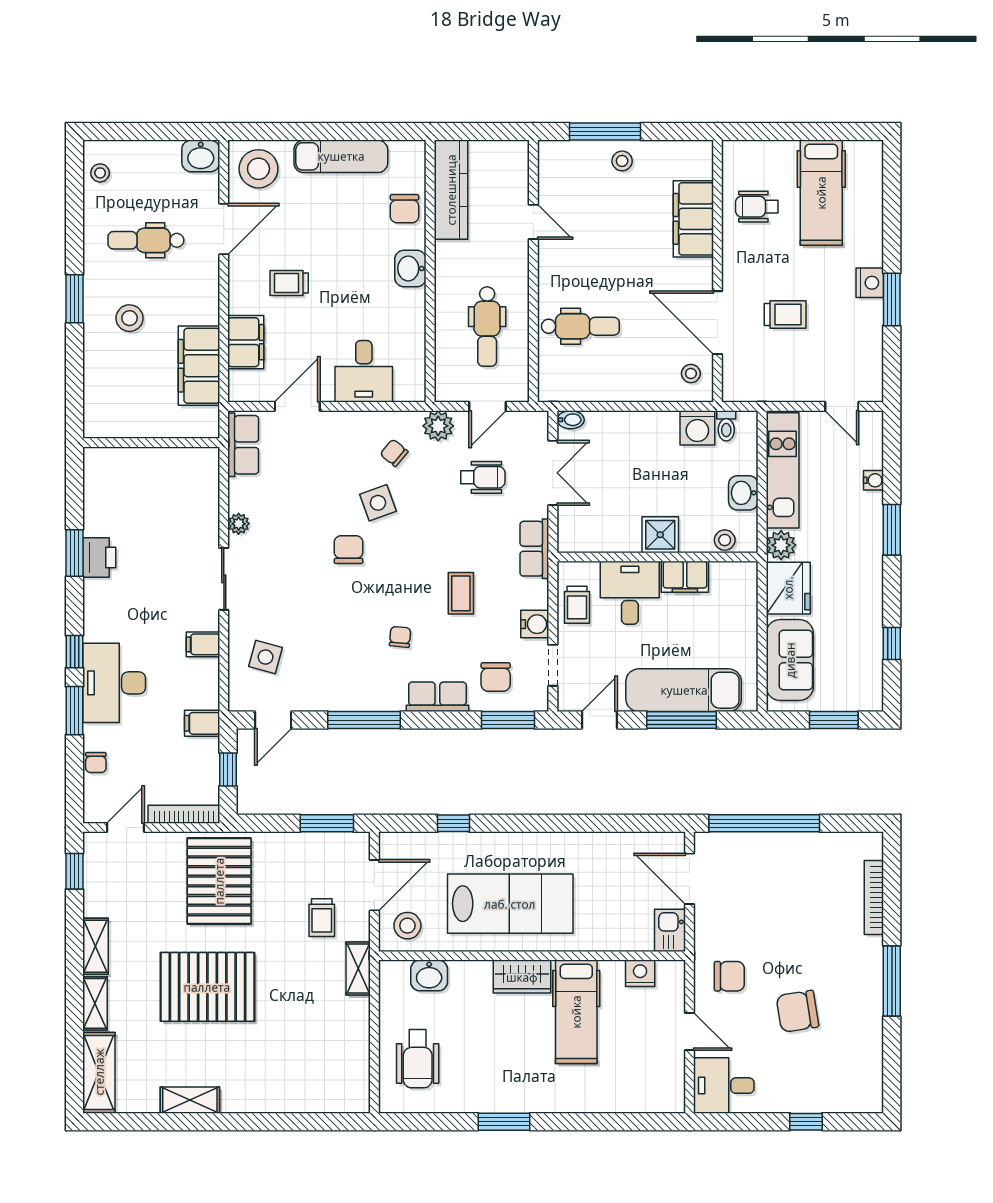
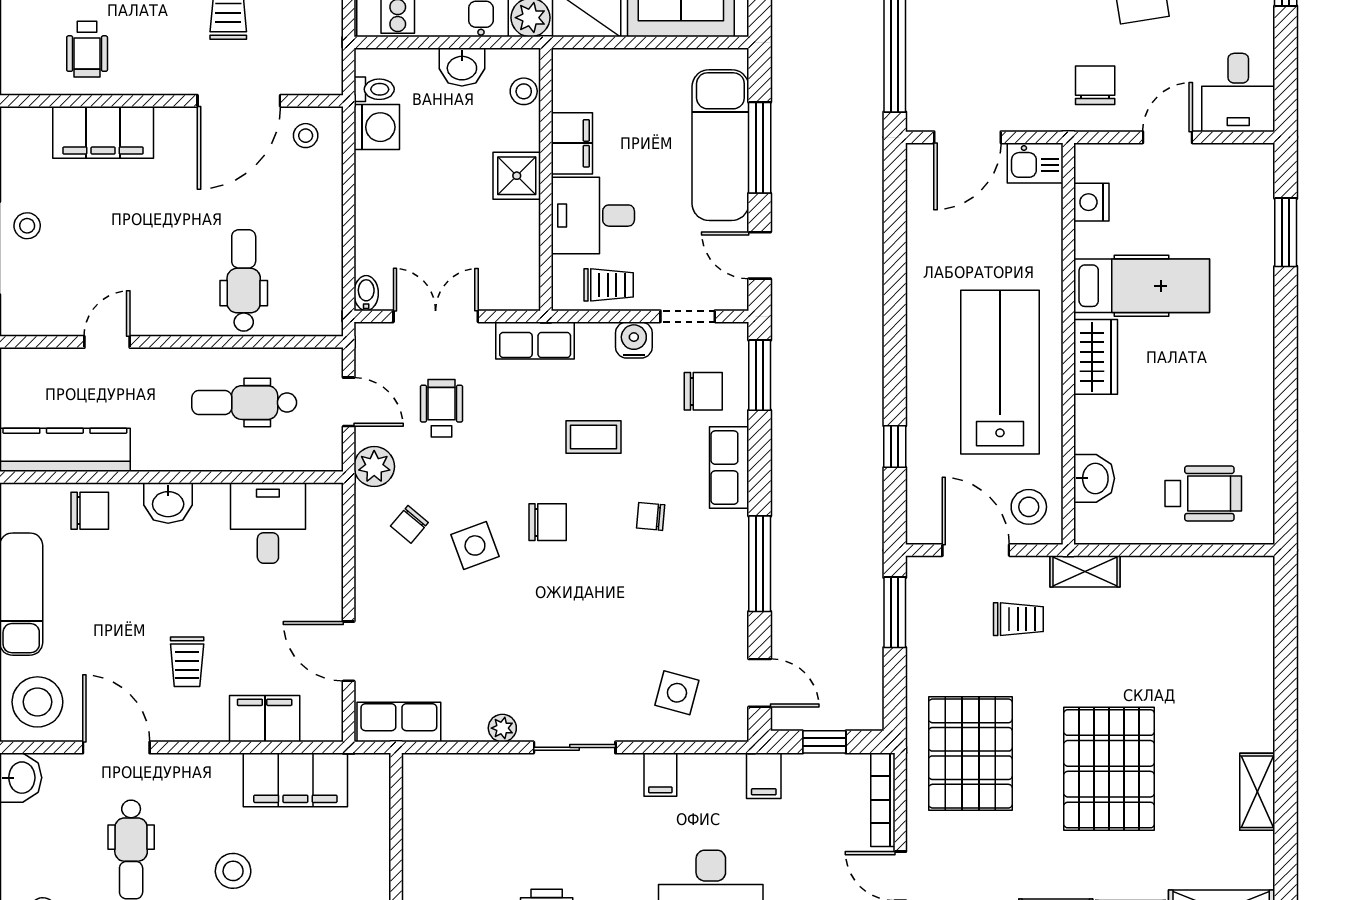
dental chair: (487, 327) -> (244, 403), turned 180
desk: (364, 371) -> (268, 523), moved, turned -90
chair: (348, 550) -> (548, 522), moved, turned 180
pallet: (219, 881) -> (970, 754), turned 90
window: (504, 1122) -> (1286, 232), moved

